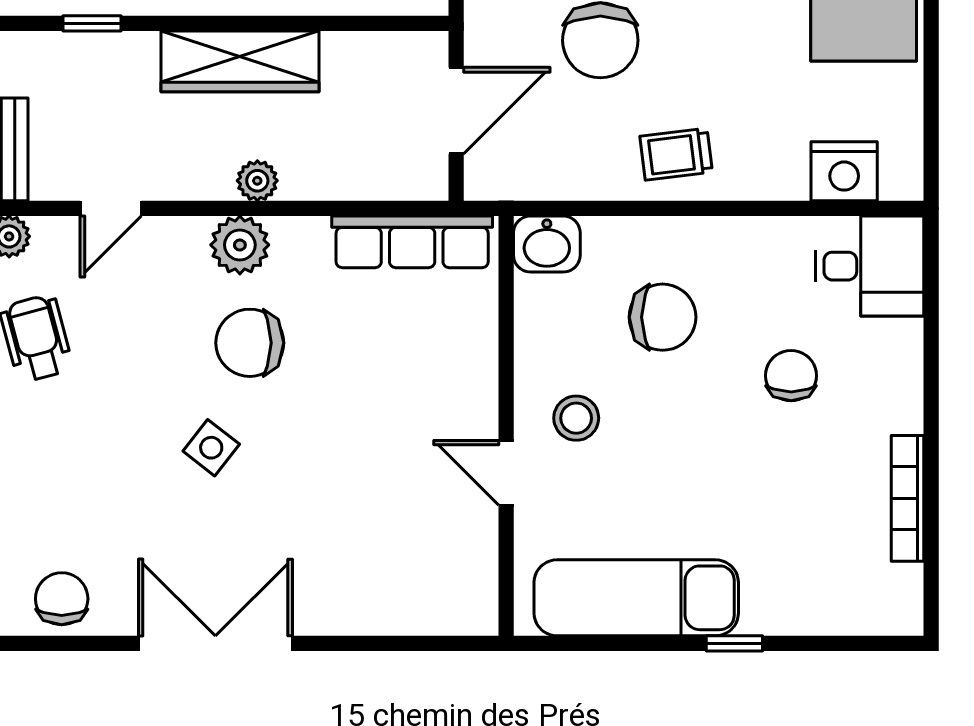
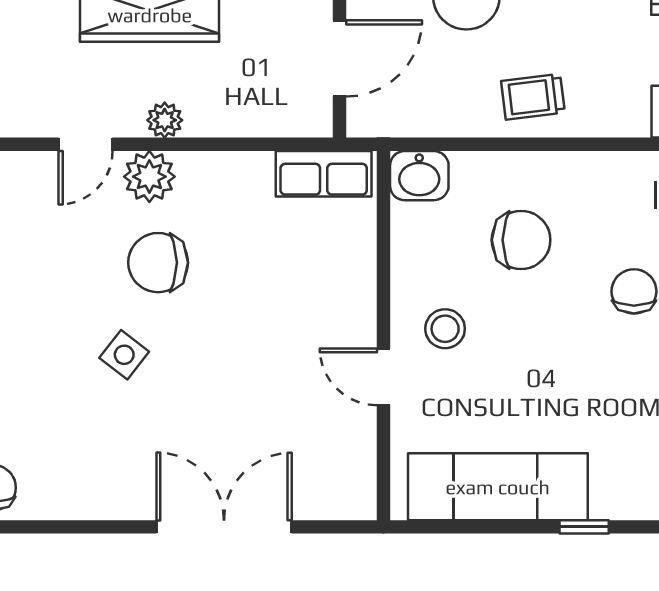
door: (111, 208) -> (86, 144), moved
row of seats: (412, 242) -> (324, 174), width x0.68
double door: (215, 643) -> (224, 527), moved

